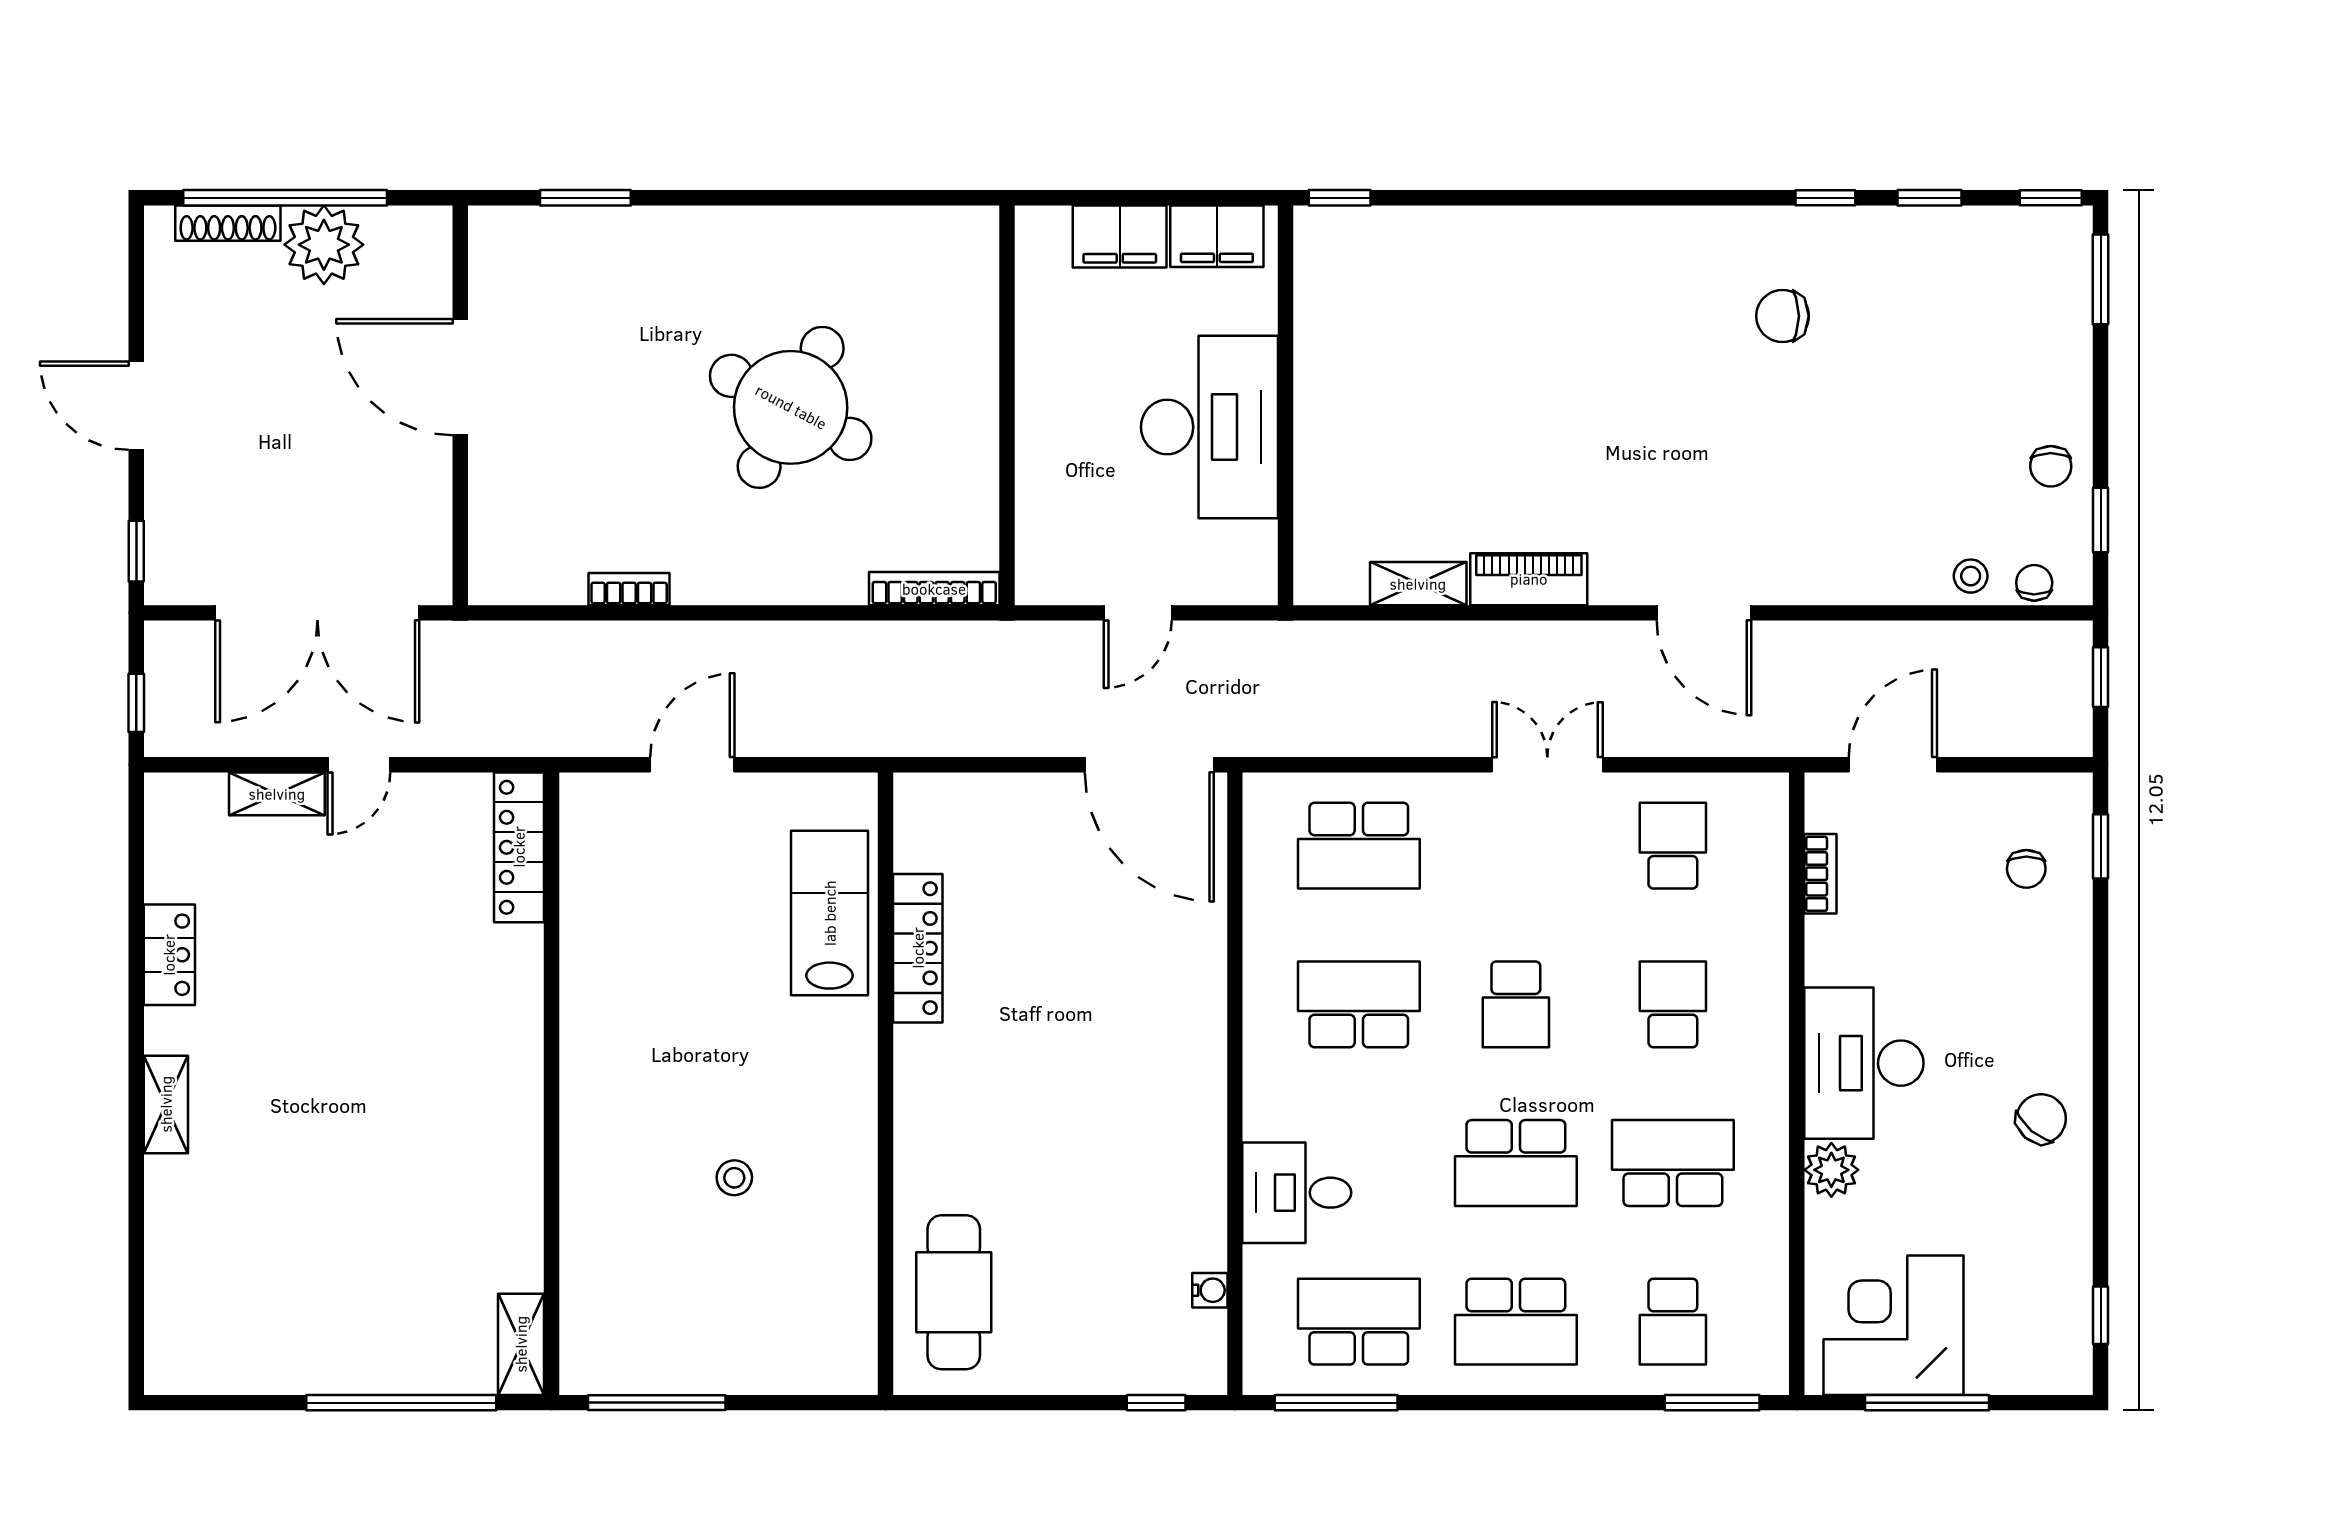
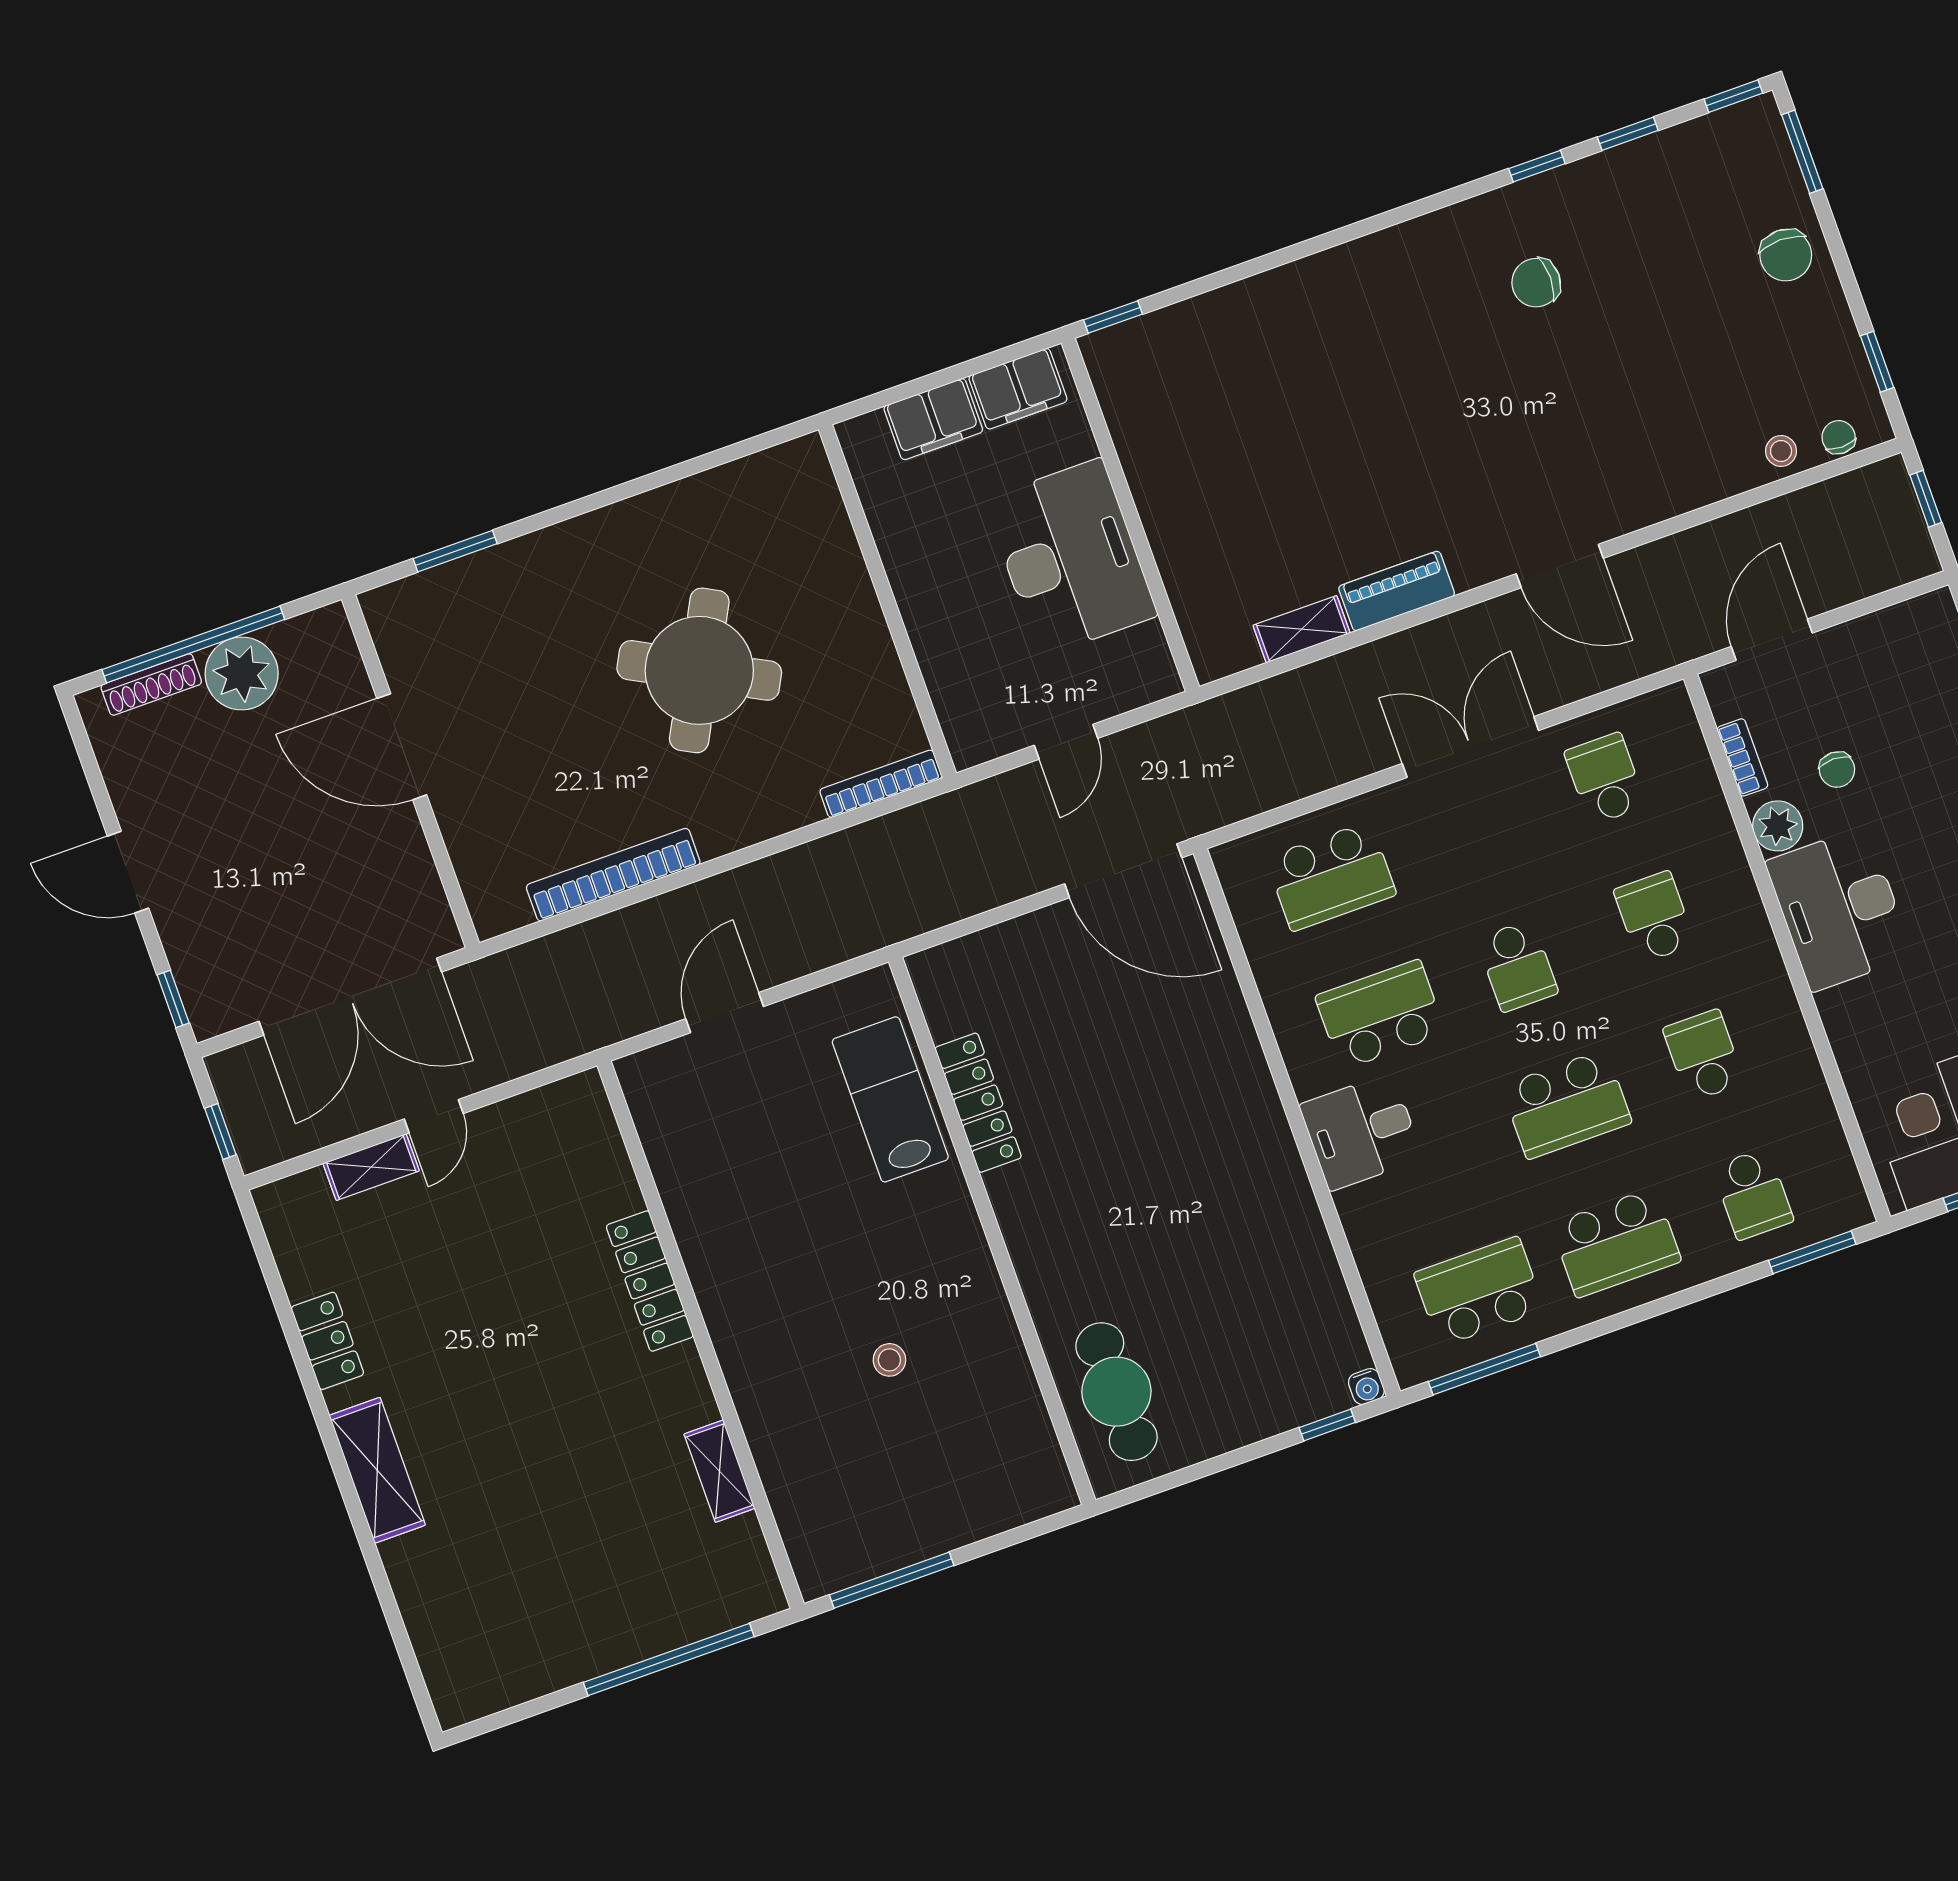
chair: (2051, 466) -> (1786, 255), moved, width x1.37, depth x1.37
bookcase: (629, 589) -> (613, 875), width x2.31, depth x1.31
double door: (1547, 765) -> (1470, 747), width x1.37
locker: (519, 847) -> (650, 1281), moved
chair: (2026, 869) -> (1837, 770), moved
shelving: (166, 1104) -> (377, 1470), width x1.50, depth x1.33
school desk: (1673, 1163) -> (1704, 1055), width x0.54
plant: (1831, 1170) -> (1778, 826), moved
desk: (1297, 1193) -> (1361, 1132), moved
water cooler: (1210, 1290) -> (1366, 1387), moved, turned 90
shelving: (521, 1344) -> (719, 1471), moved

